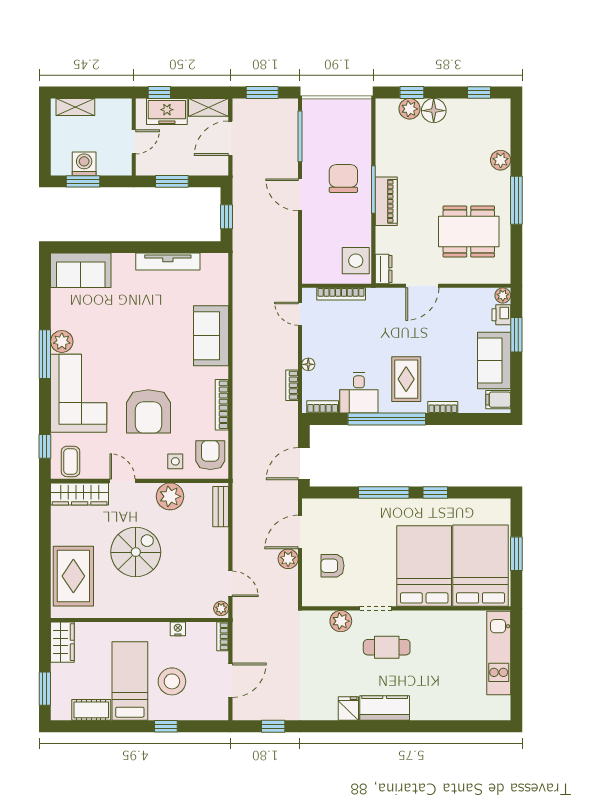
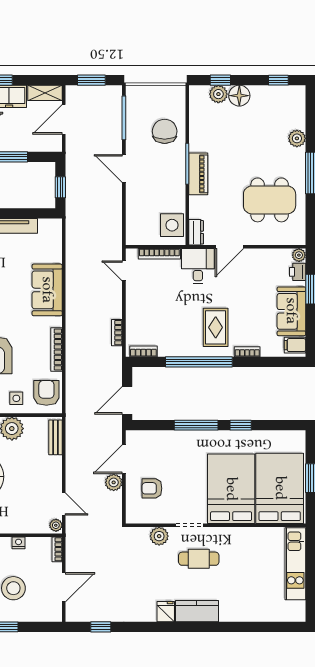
chair: (343, 179) -> (165, 131), moved
floor lamp: (308, 364) -> (131, 315), removed
desk: (359, 393) -> (198, 266), moved, turned 180

